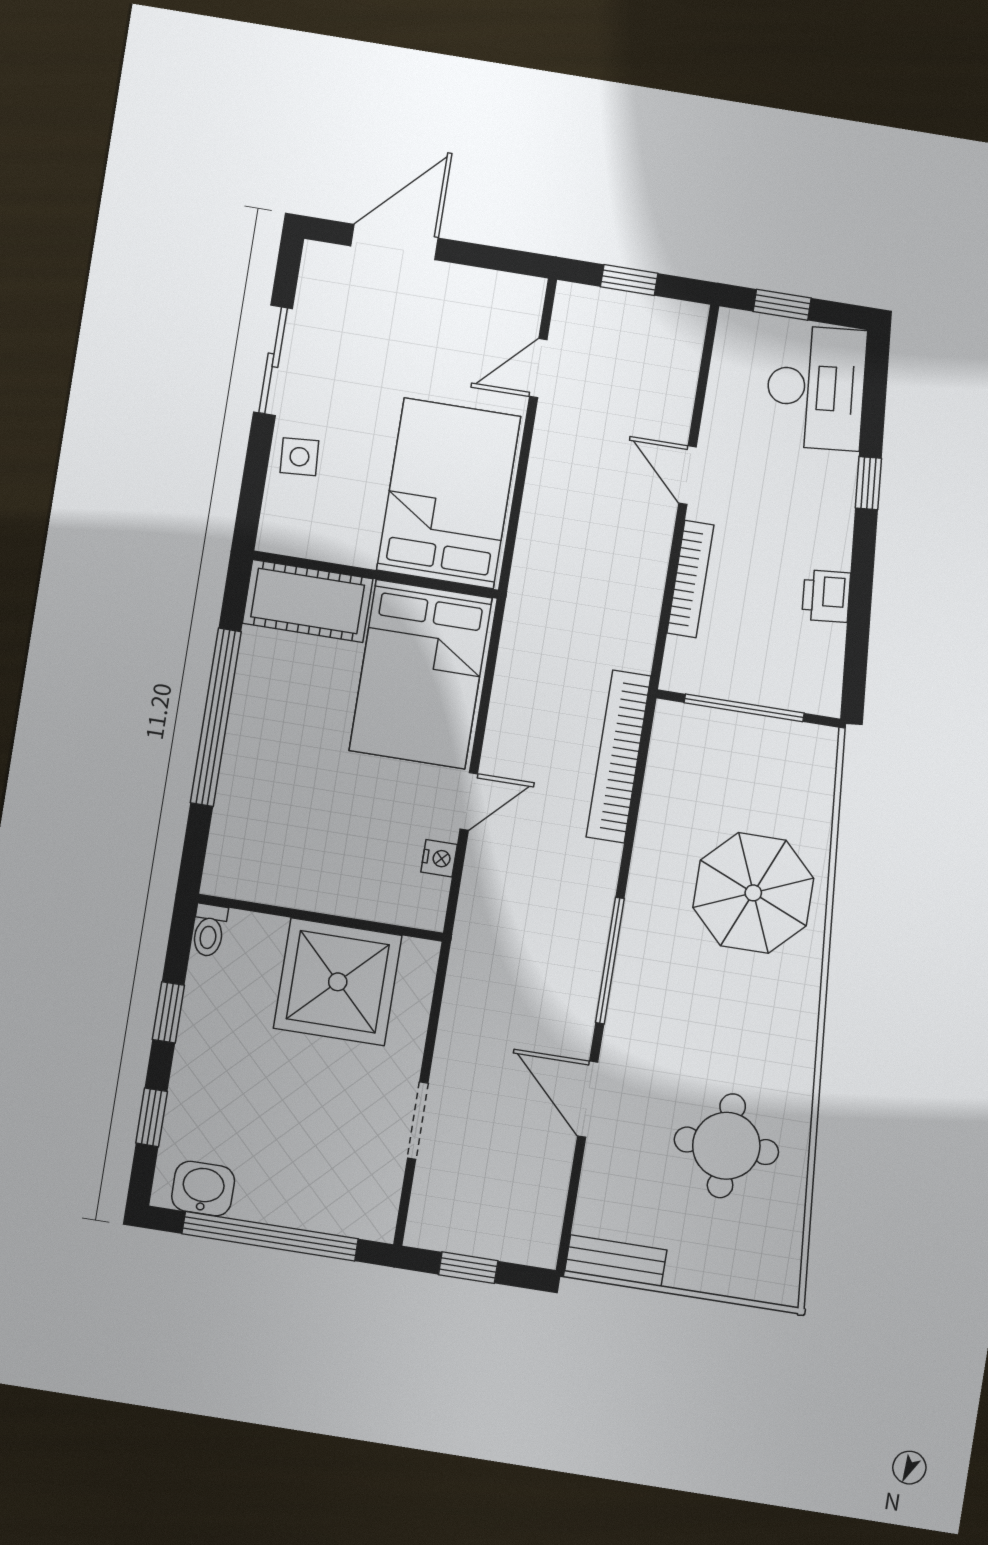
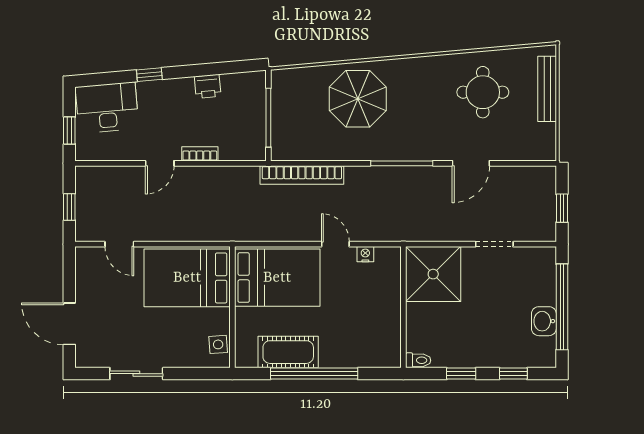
side table: (299, 457) -> (218, 344), moved
bookcase: (690, 579) -> (200, 154), width x0.64
cot: (308, 601) -> (288, 352), moved, turned 90
shower: (338, 982) -> (433, 274), moved
washbasin: (203, 1189) -> (544, 321), moved
bench: (616, 1261) -> (547, 89), moved, width x1.36

